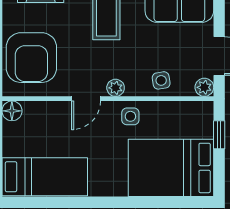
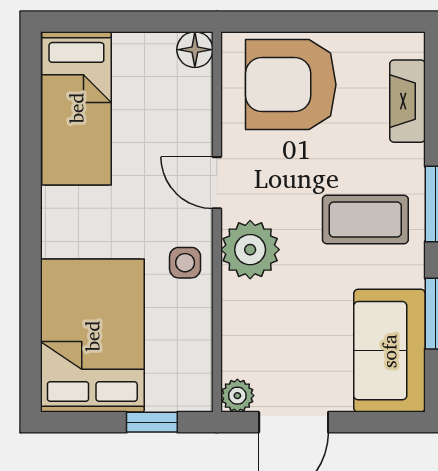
side table: (161, 80) -> (250, 318), removed
plant: (116, 88) -> (250, 250), width x1.88, depth x1.88

